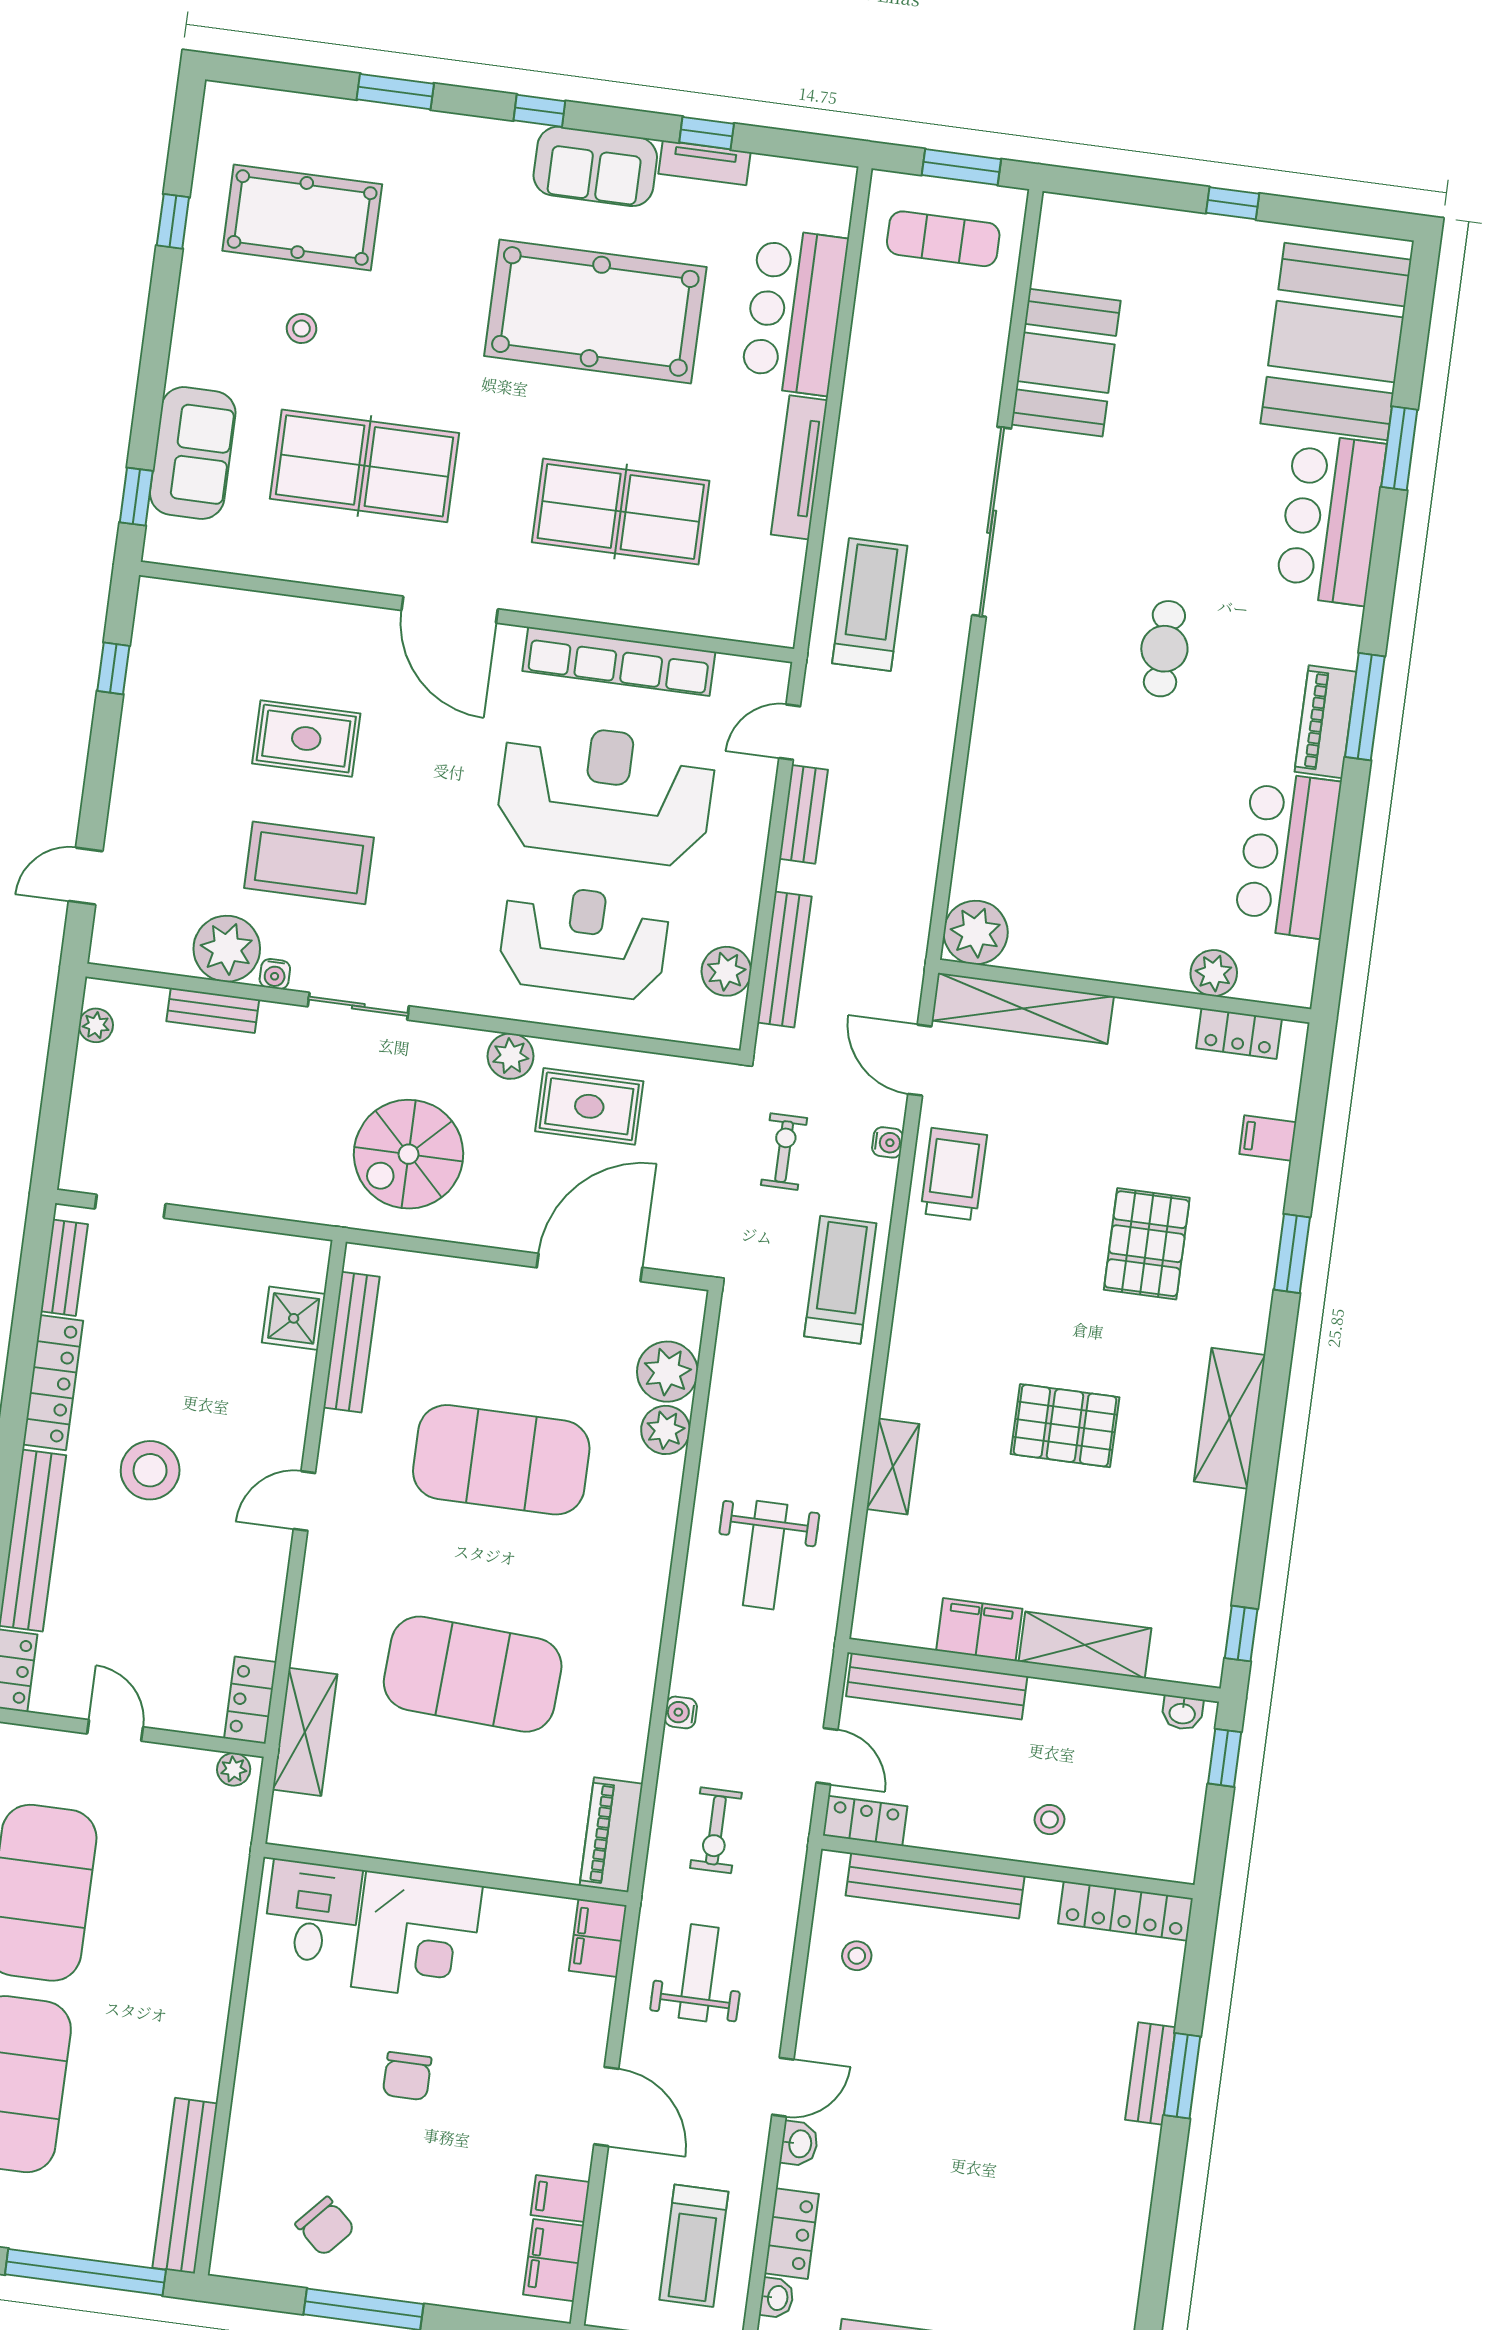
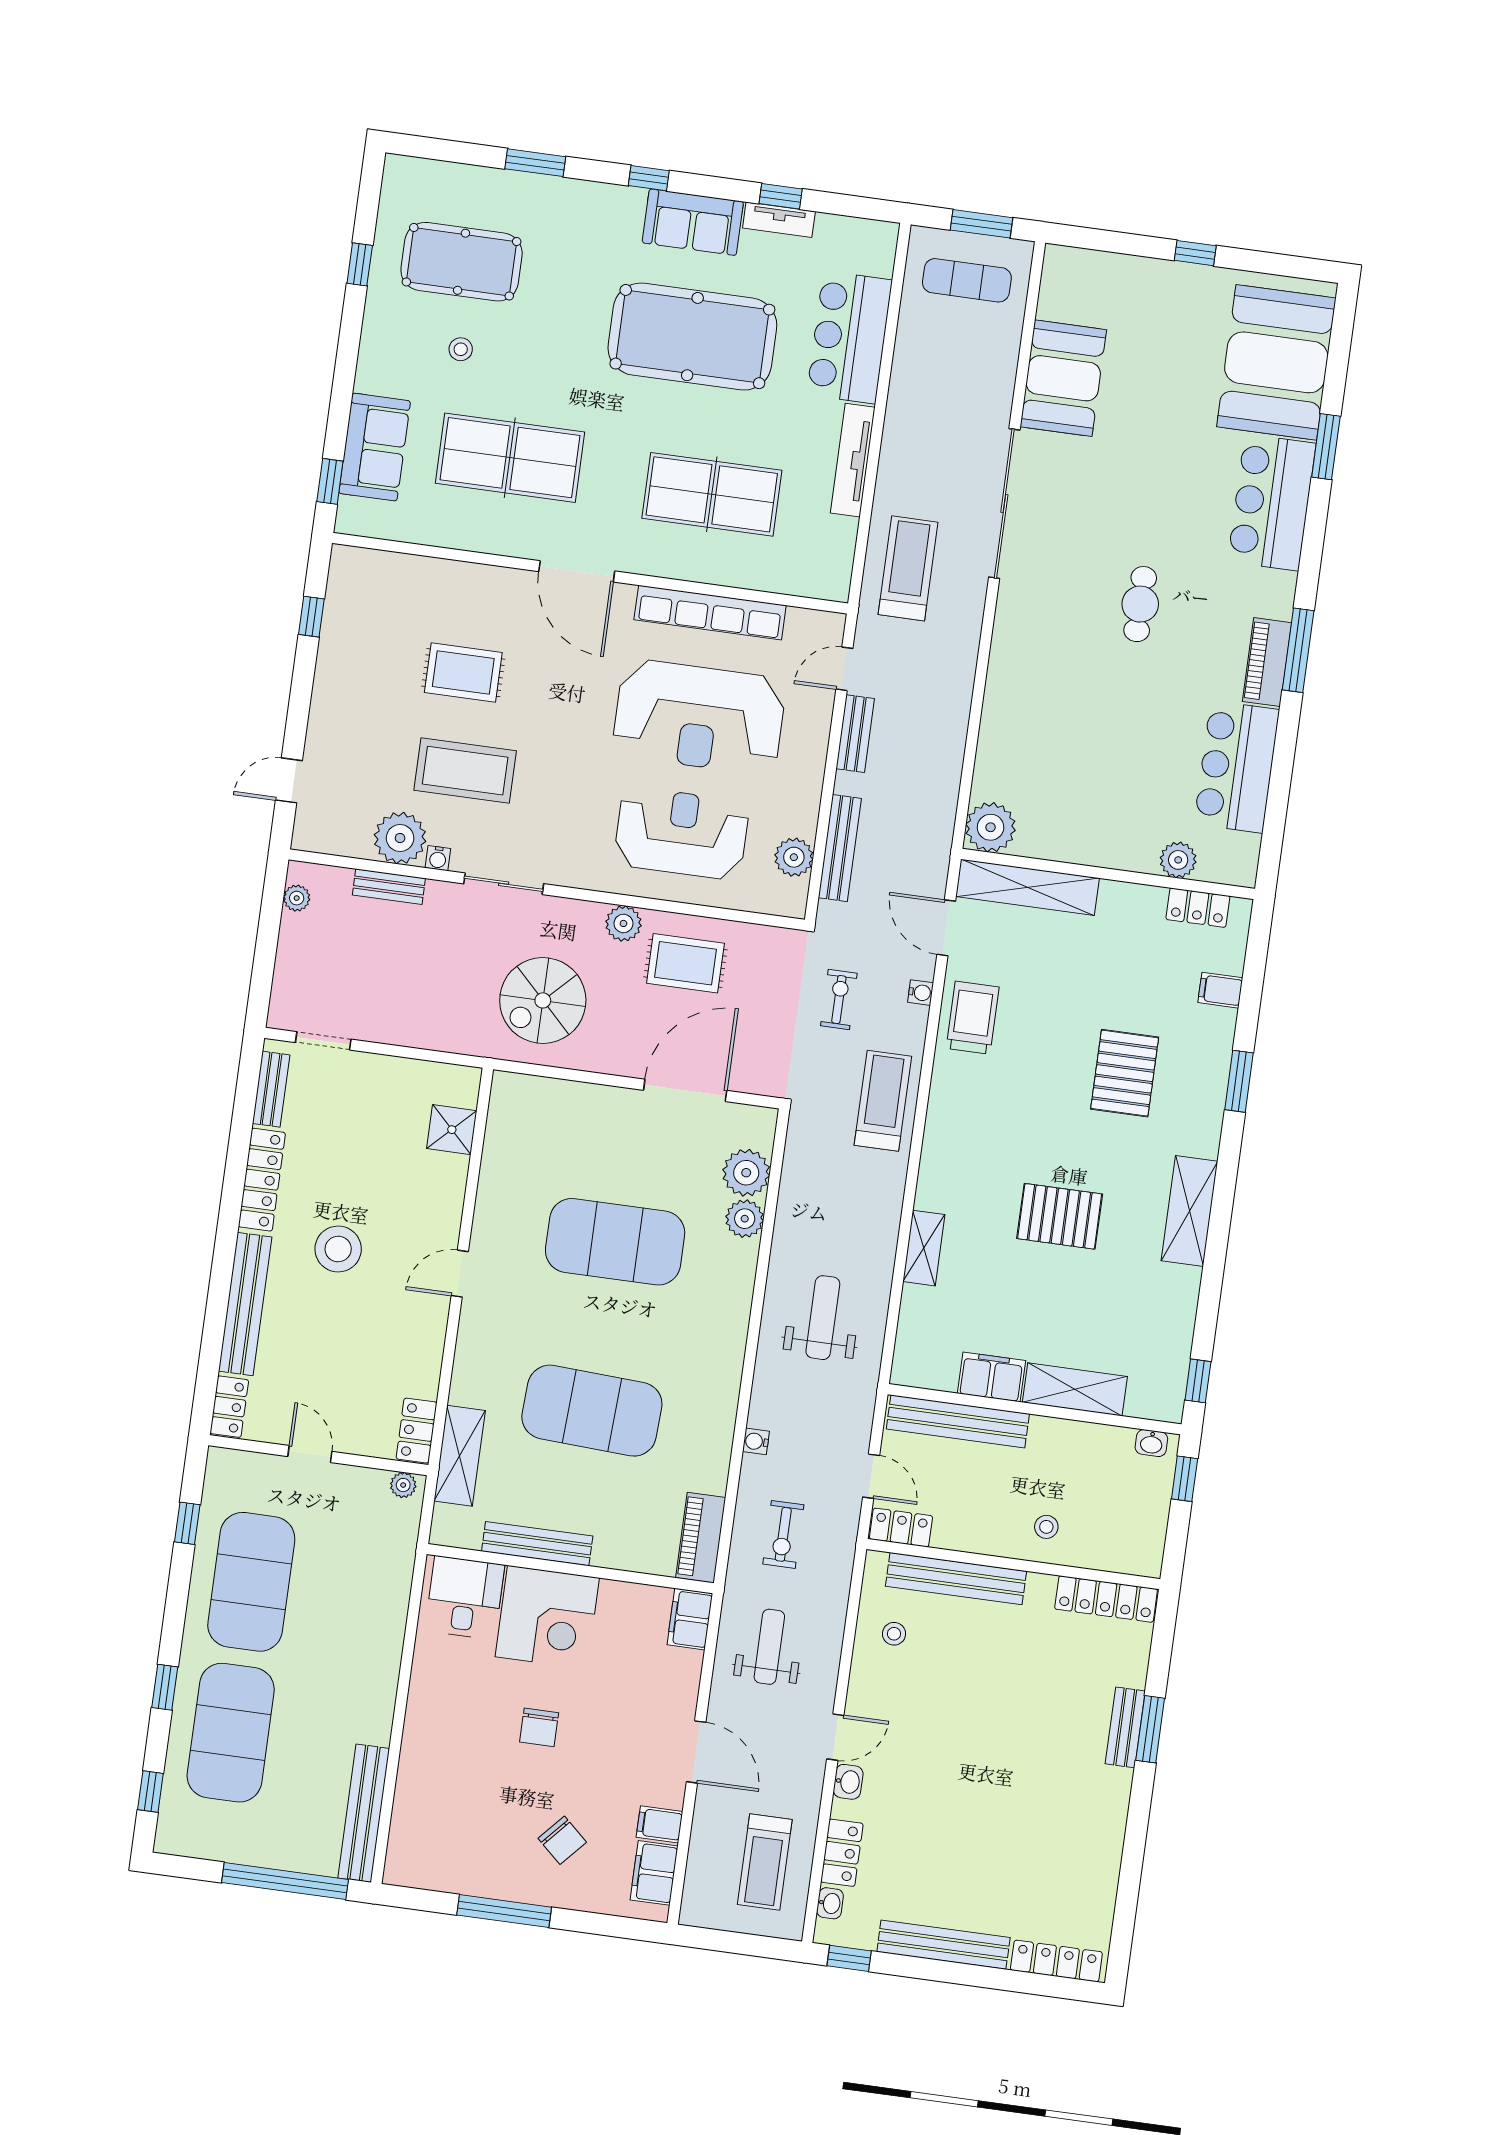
reception desk: (606, 794) -> (699, 717), turned 180
bench: (352, 1342) -> (537, 1544), moved, turned 90
weight bench: (765, 1555) -> (823, 1318), turned 180
chair: (325, 2226) -> (562, 1840), moved

